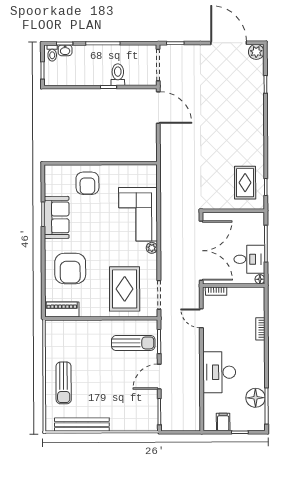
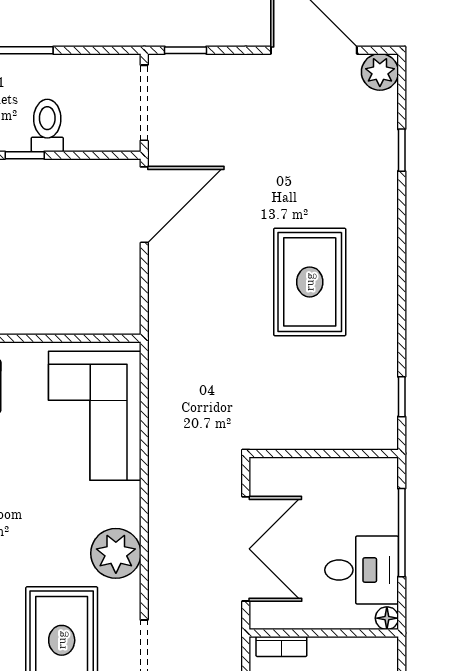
door: (158, 107) -> (144, 205), hinge flipped
rug: (245, 183) -> (310, 282), moved, width x1.36, depth x1.43
corner sofa: (138, 214) -> (95, 416), moved
plant: (152, 248) -> (116, 553), width x1.88, depth x1.88
double door: (201, 251) -> (246, 549), width x0.73

